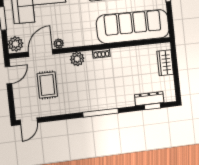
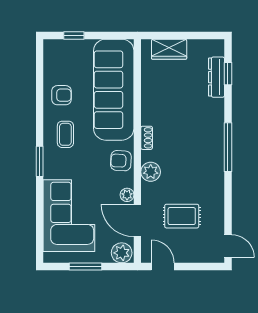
armchair: (83, 37) -> (121, 161), added

